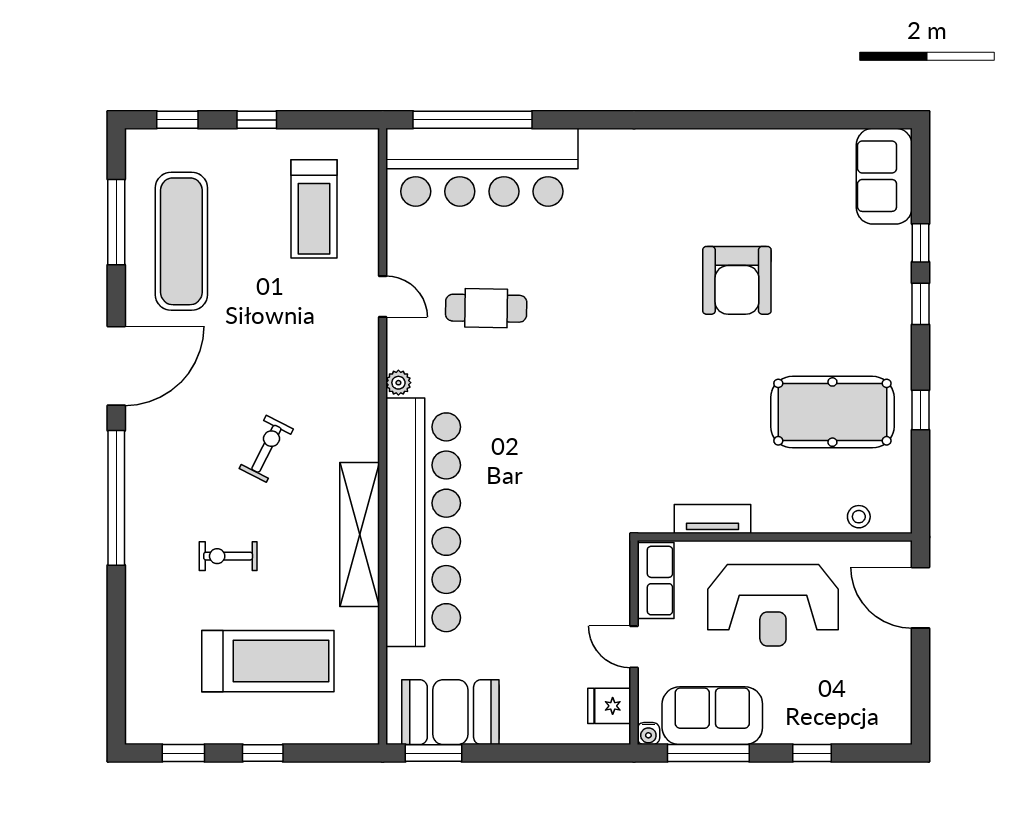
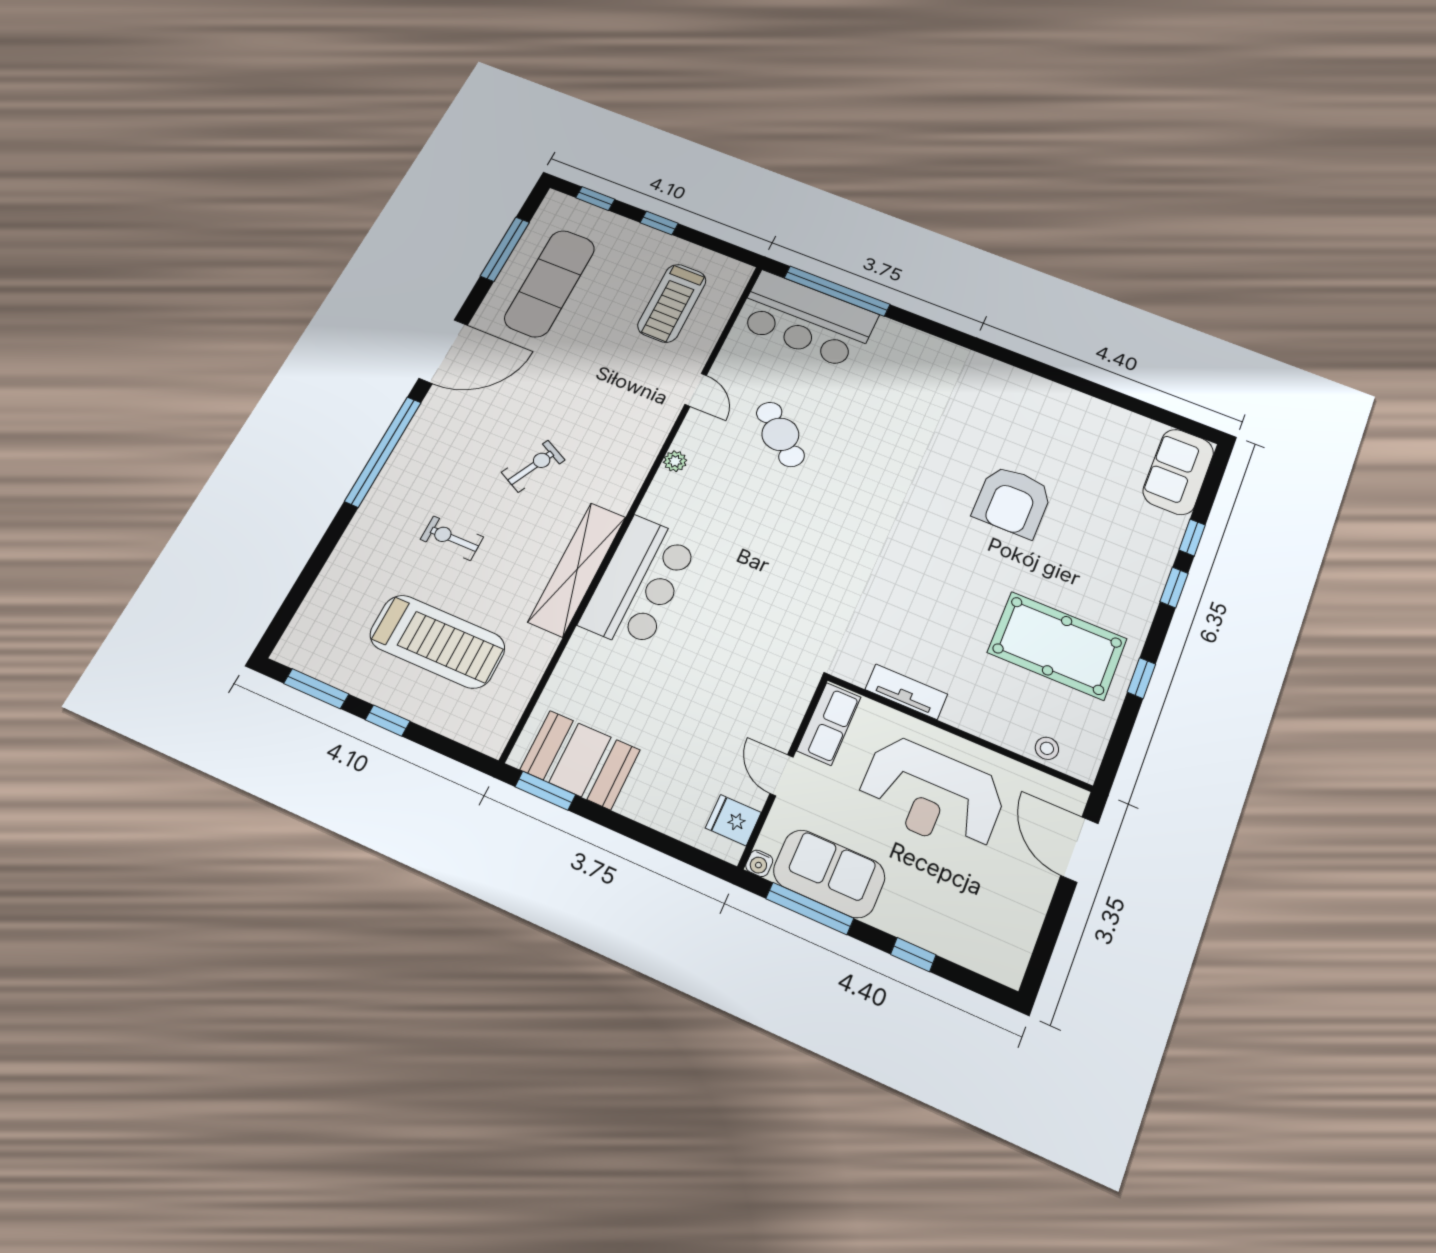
bar counter: (482, 167) -> (807, 320), width x0.73
cafe table: (486, 308) -> (780, 434), turned 41
bar counter: (423, 522) -> (639, 583), width x0.54
window: (183, 753) -> (316, 689), width x1.50

